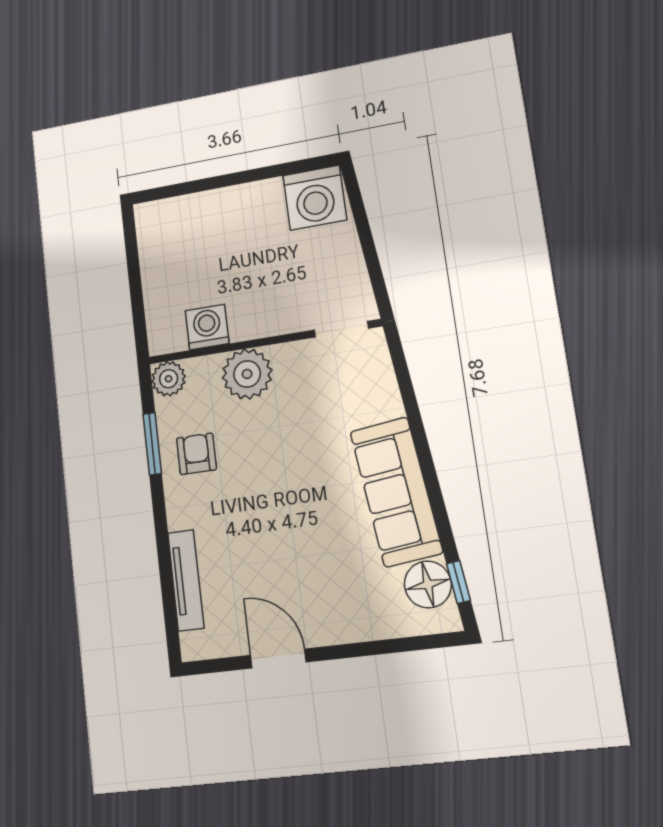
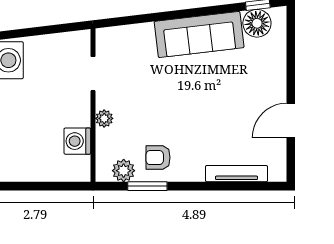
doorway: (341, 329) -> (93, 74), moved
plant: (247, 374) -> (104, 118), width x0.53, depth x0.53
plant: (169, 379) -> (124, 171), moved

